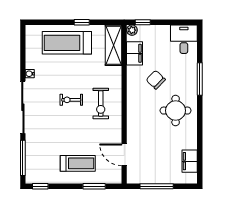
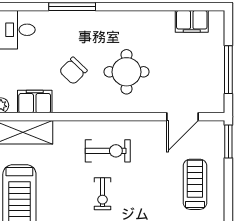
round table: (176, 111) -> (126, 72), moved
window: (94, 186) -> (228, 142), moved

